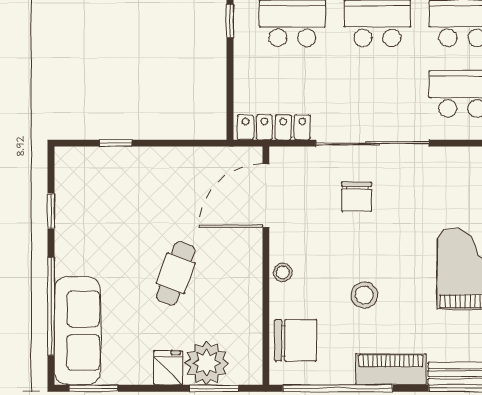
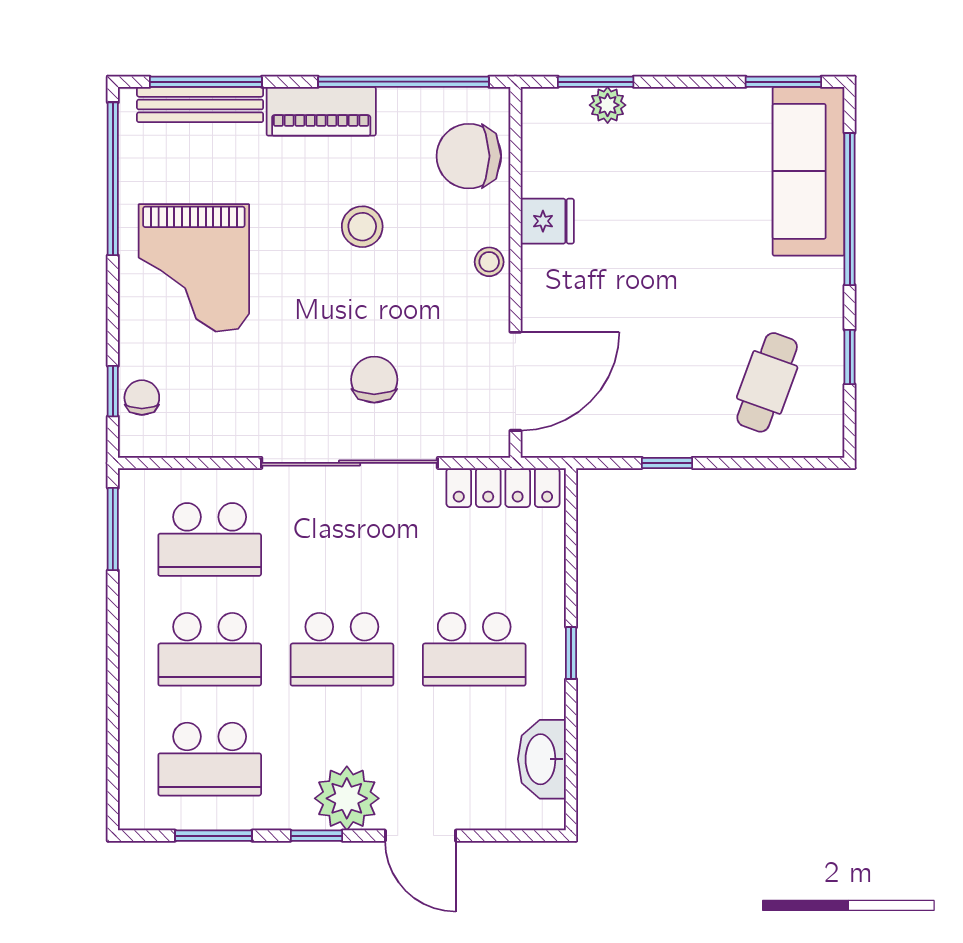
window: (116, 143) -> (667, 463), moved
cafe table: (176, 273) -> (767, 382), moved
plant: (207, 363) -> (608, 105), width x0.53, depth x0.53
fridge: (168, 368) -> (547, 221), moved, turned -90

